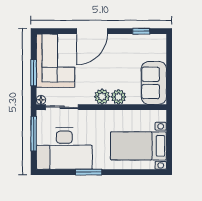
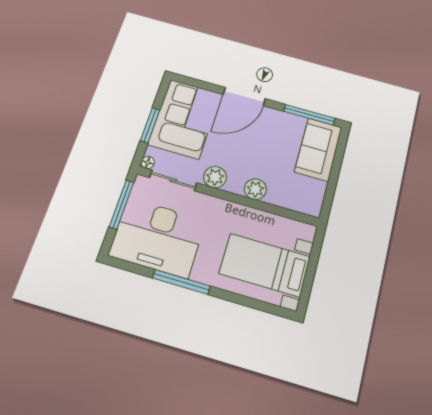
window: (141, 31) -> (309, 115), width x2.17
sofa: (154, 83) -> (318, 149), moved
plant: (102, 97) -> (215, 177), moved
window: (89, 172) -> (181, 282), width x1.44

